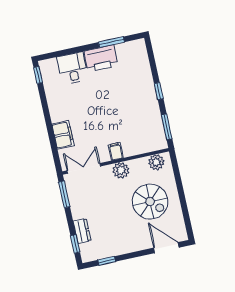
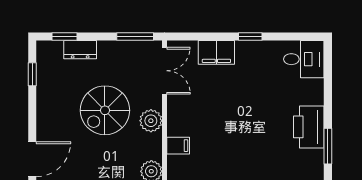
desk: (73, 68) -> (304, 59), moved
window: (38, 75) -> (250, 37), moved
filing cabinet: (116, 151) -> (178, 146), moved
spiral stairs: (150, 202) -> (105, 110), moved

